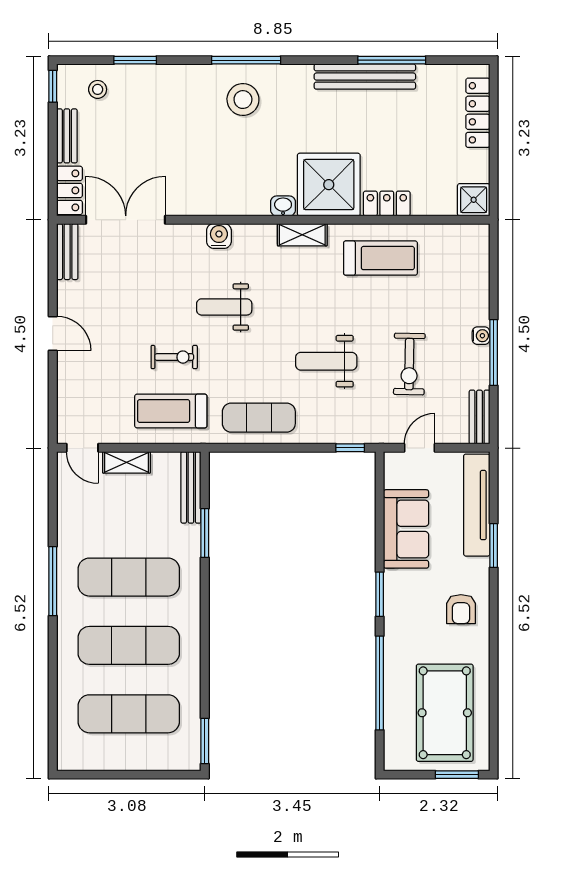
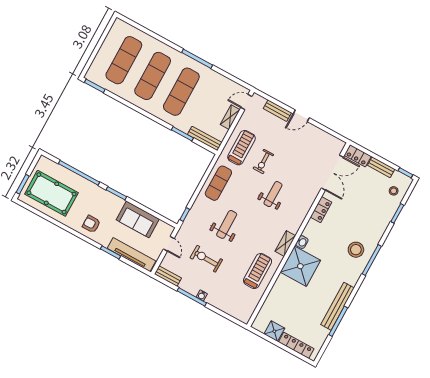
shower: (474, 200) -> (274, 331), moved
locker: (387, 203) -> (321, 210), moved
water cooler: (219, 236) -> (304, 208), removed
bench: (67, 252) -> (277, 111), moved
treadmill: (380, 258) -> (258, 271), turned 180

